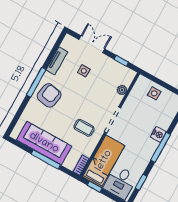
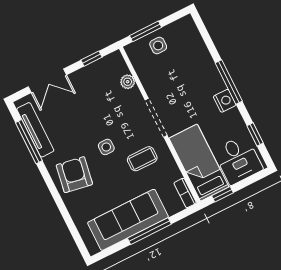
double door: (92, 44) -> (47, 81), swing flipped
tv unit: (57, 61) -> (35, 130), width x1.41
side table: (84, 71) -> (106, 147), moved
window: (157, 81) -> (145, 31), added
window: (36, 82) -> (29, 142), moved
nightstand: (158, 134) -> (225, 101), moved

